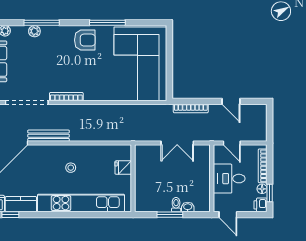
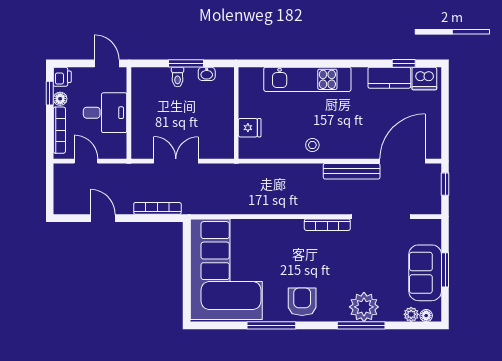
plant: (34, 31) -> (364, 307), width x1.87, depth x1.87
armchair: (85, 40) -> (302, 302), turned 90
door: (232, 143) -> (86, 161), moved
stool: (71, 168) -> (312, 145), moved
kitchen unit: (81, 203) -> (307, 79), width x0.73
washbasin: (188, 207) -> (207, 74), moved

